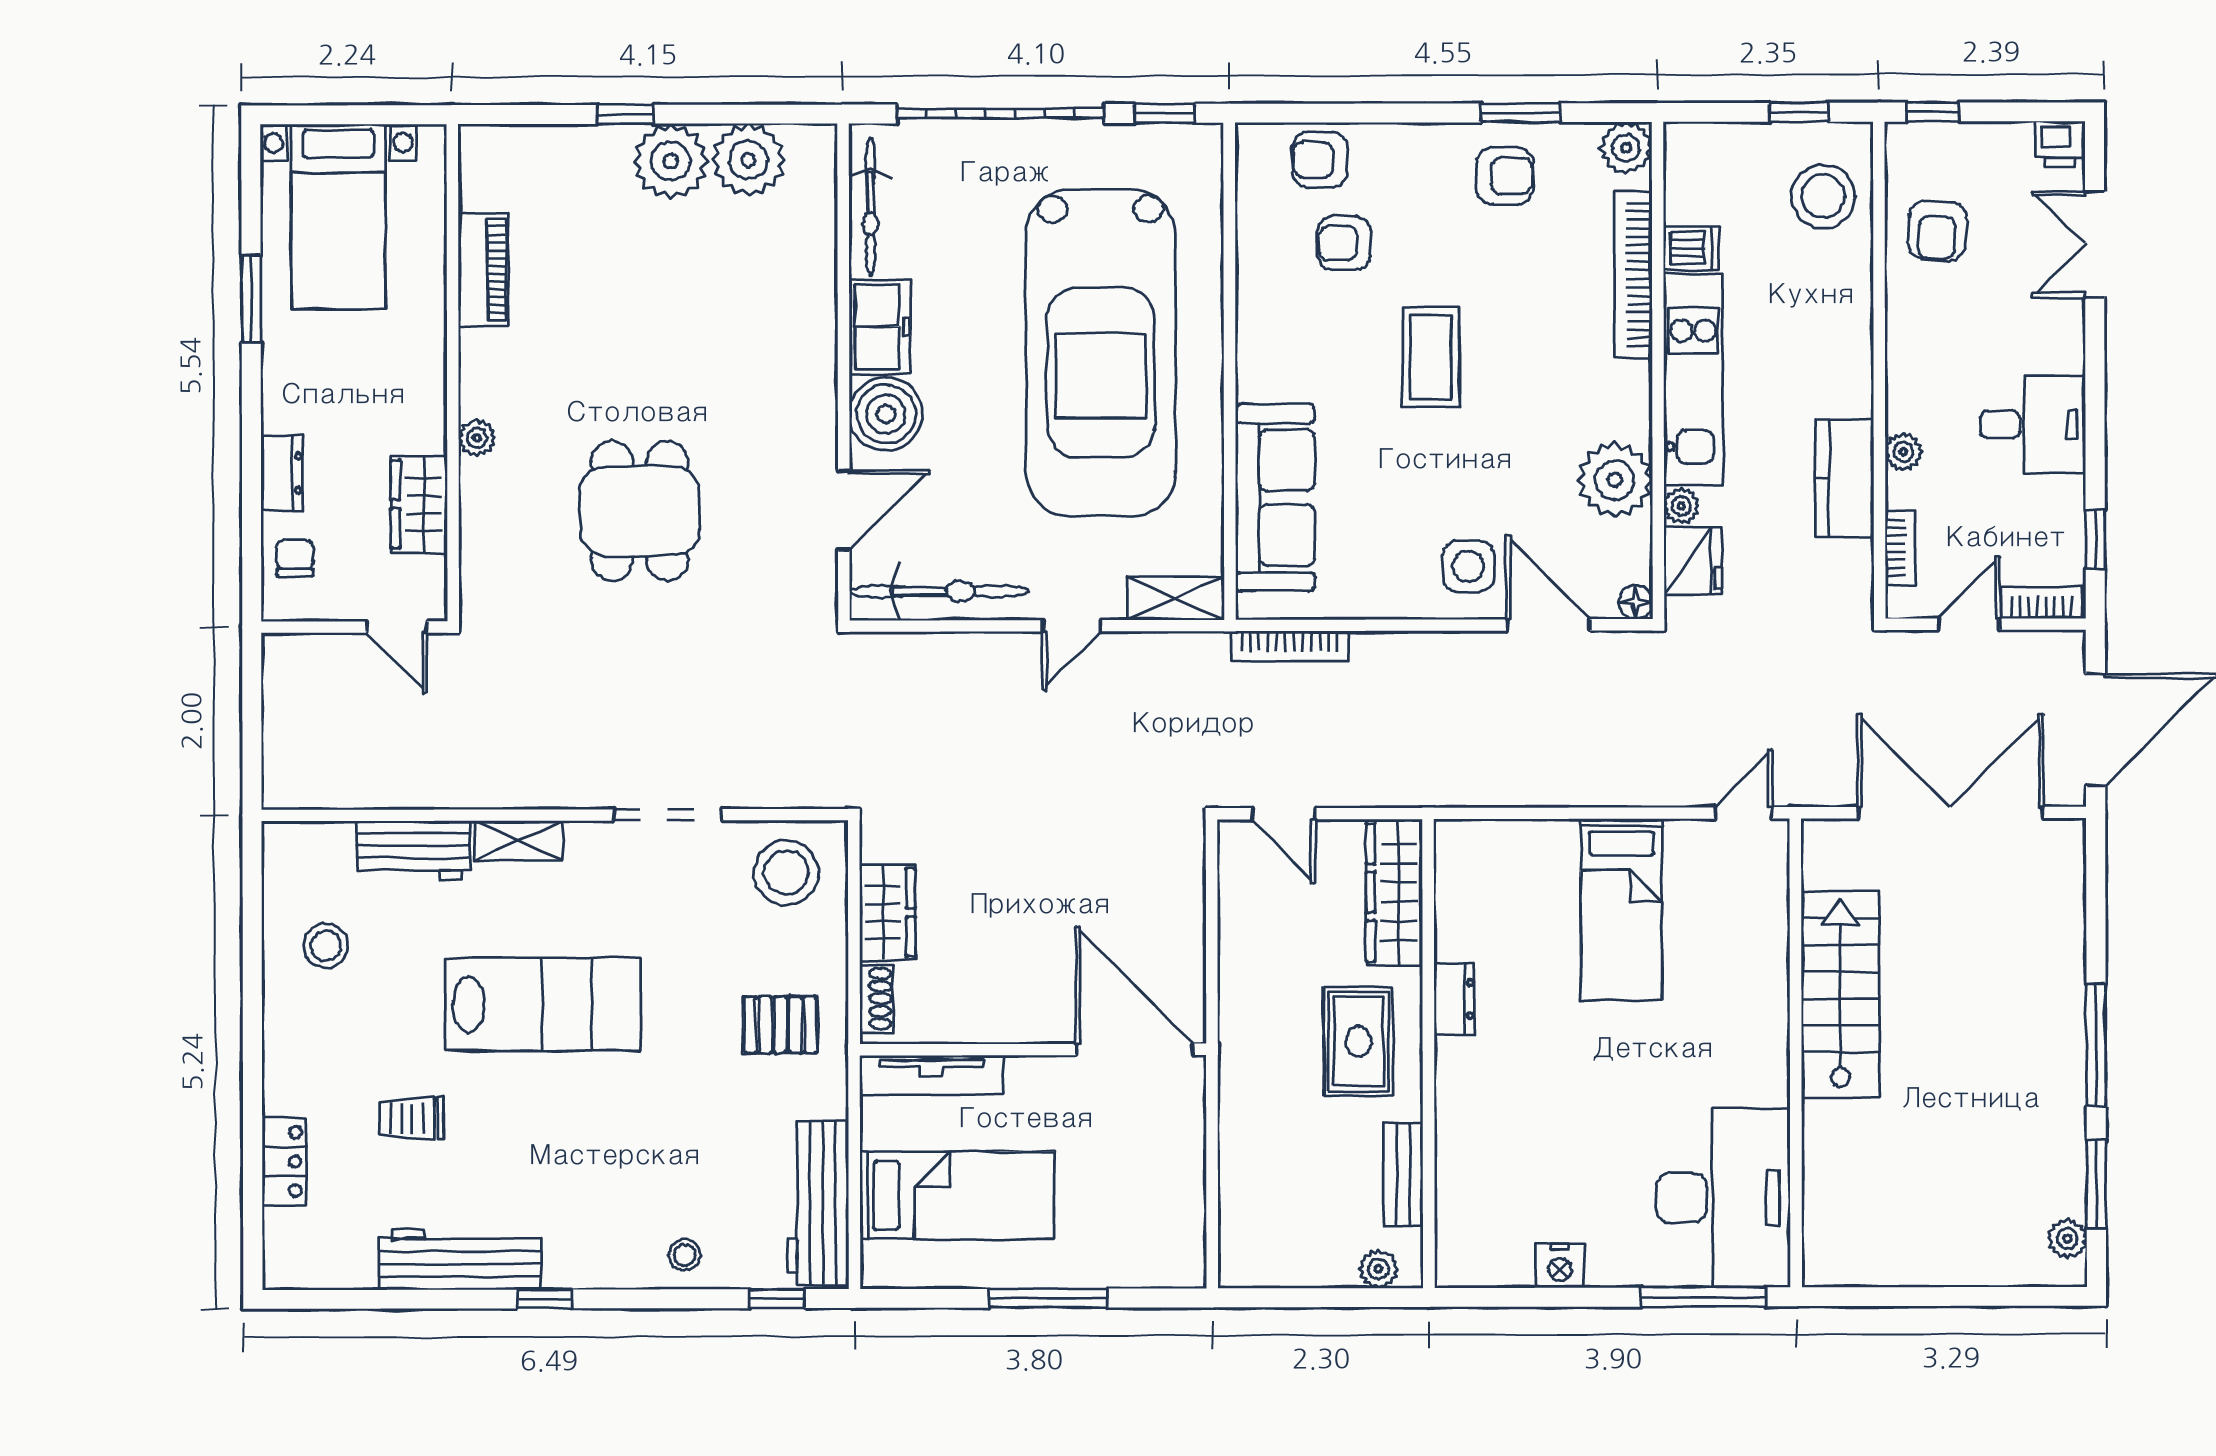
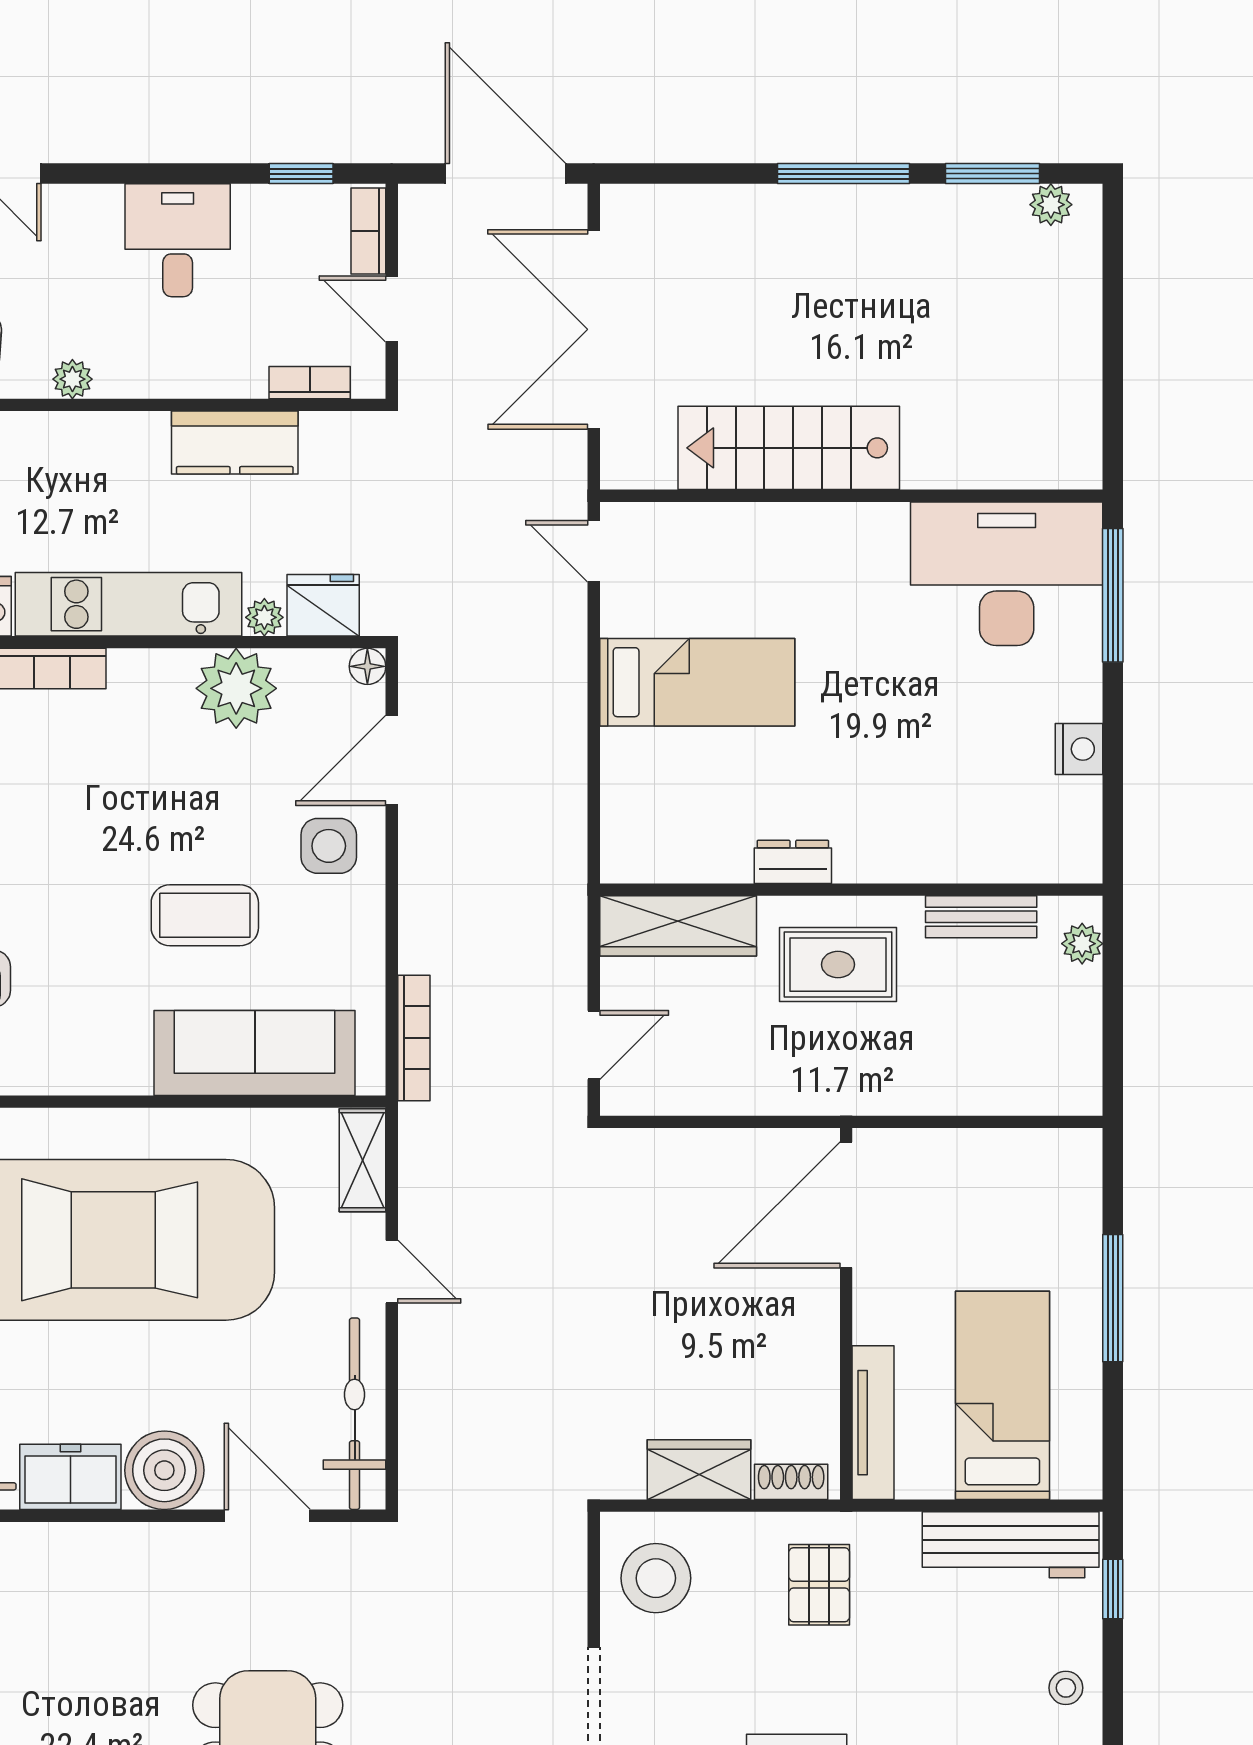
coffee table: (1431, 357) -> (205, 915), moved
plant: (1903, 452) -> (72, 379), moved

